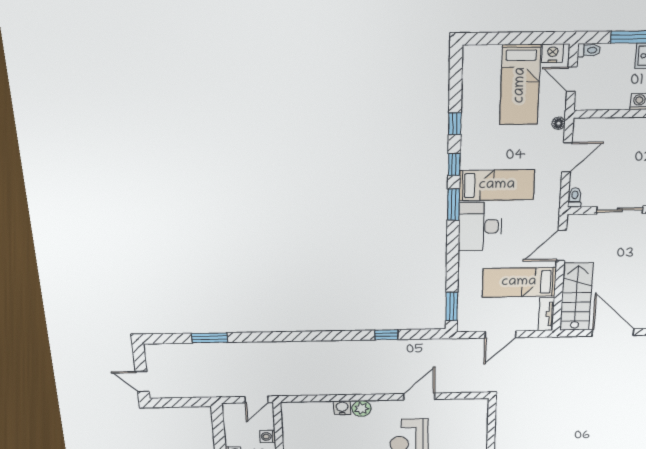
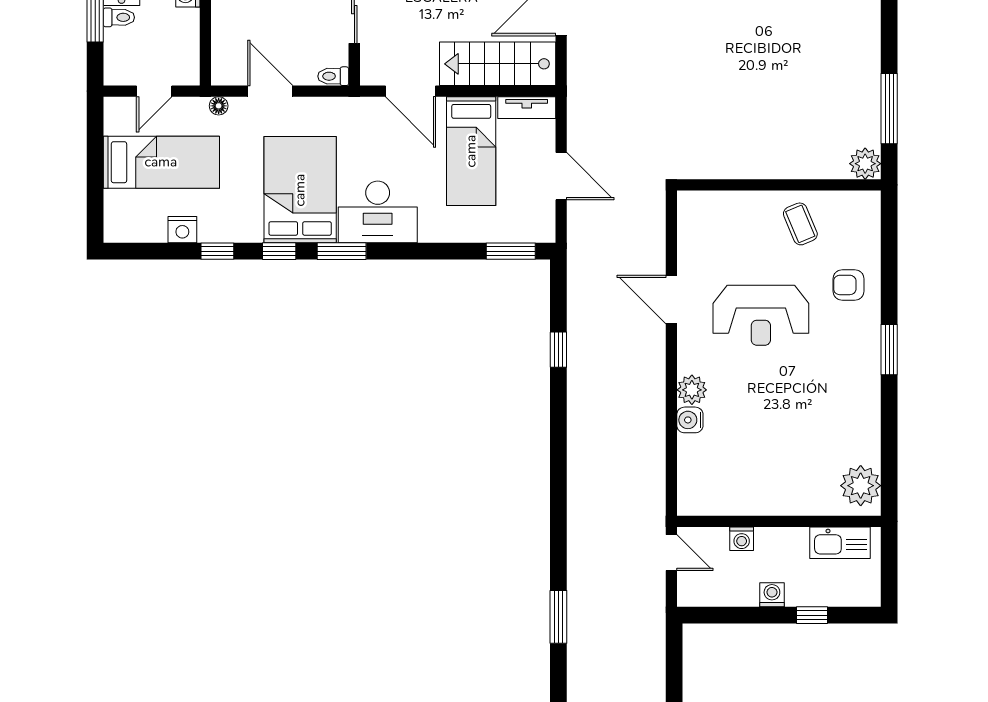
toilet: (589, 50) -> (119, 17), moved, turned 90
nightstand: (553, 53) -> (182, 230), moved, turned -90
bed: (497, 185) -> (300, 190), width x1.50

